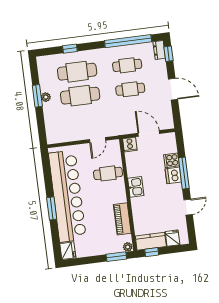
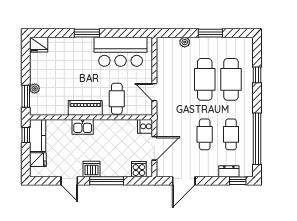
dresser: (159, 50) -> (229, 171), moved
door: (173, 89) -> (184, 181), moved
plant: (46, 97) -> (185, 42), moved
cooker: (171, 160) -> (139, 169), moved
dishwasher: (173, 175) -> (91, 169), moved
kitchen sink: (136, 187) -> (83, 127), moved
bar counter: (67, 196) -> (121, 52), width x0.54
piano: (122, 219) -> (85, 108), moved
plant: (128, 247) -> (35, 88), moved

